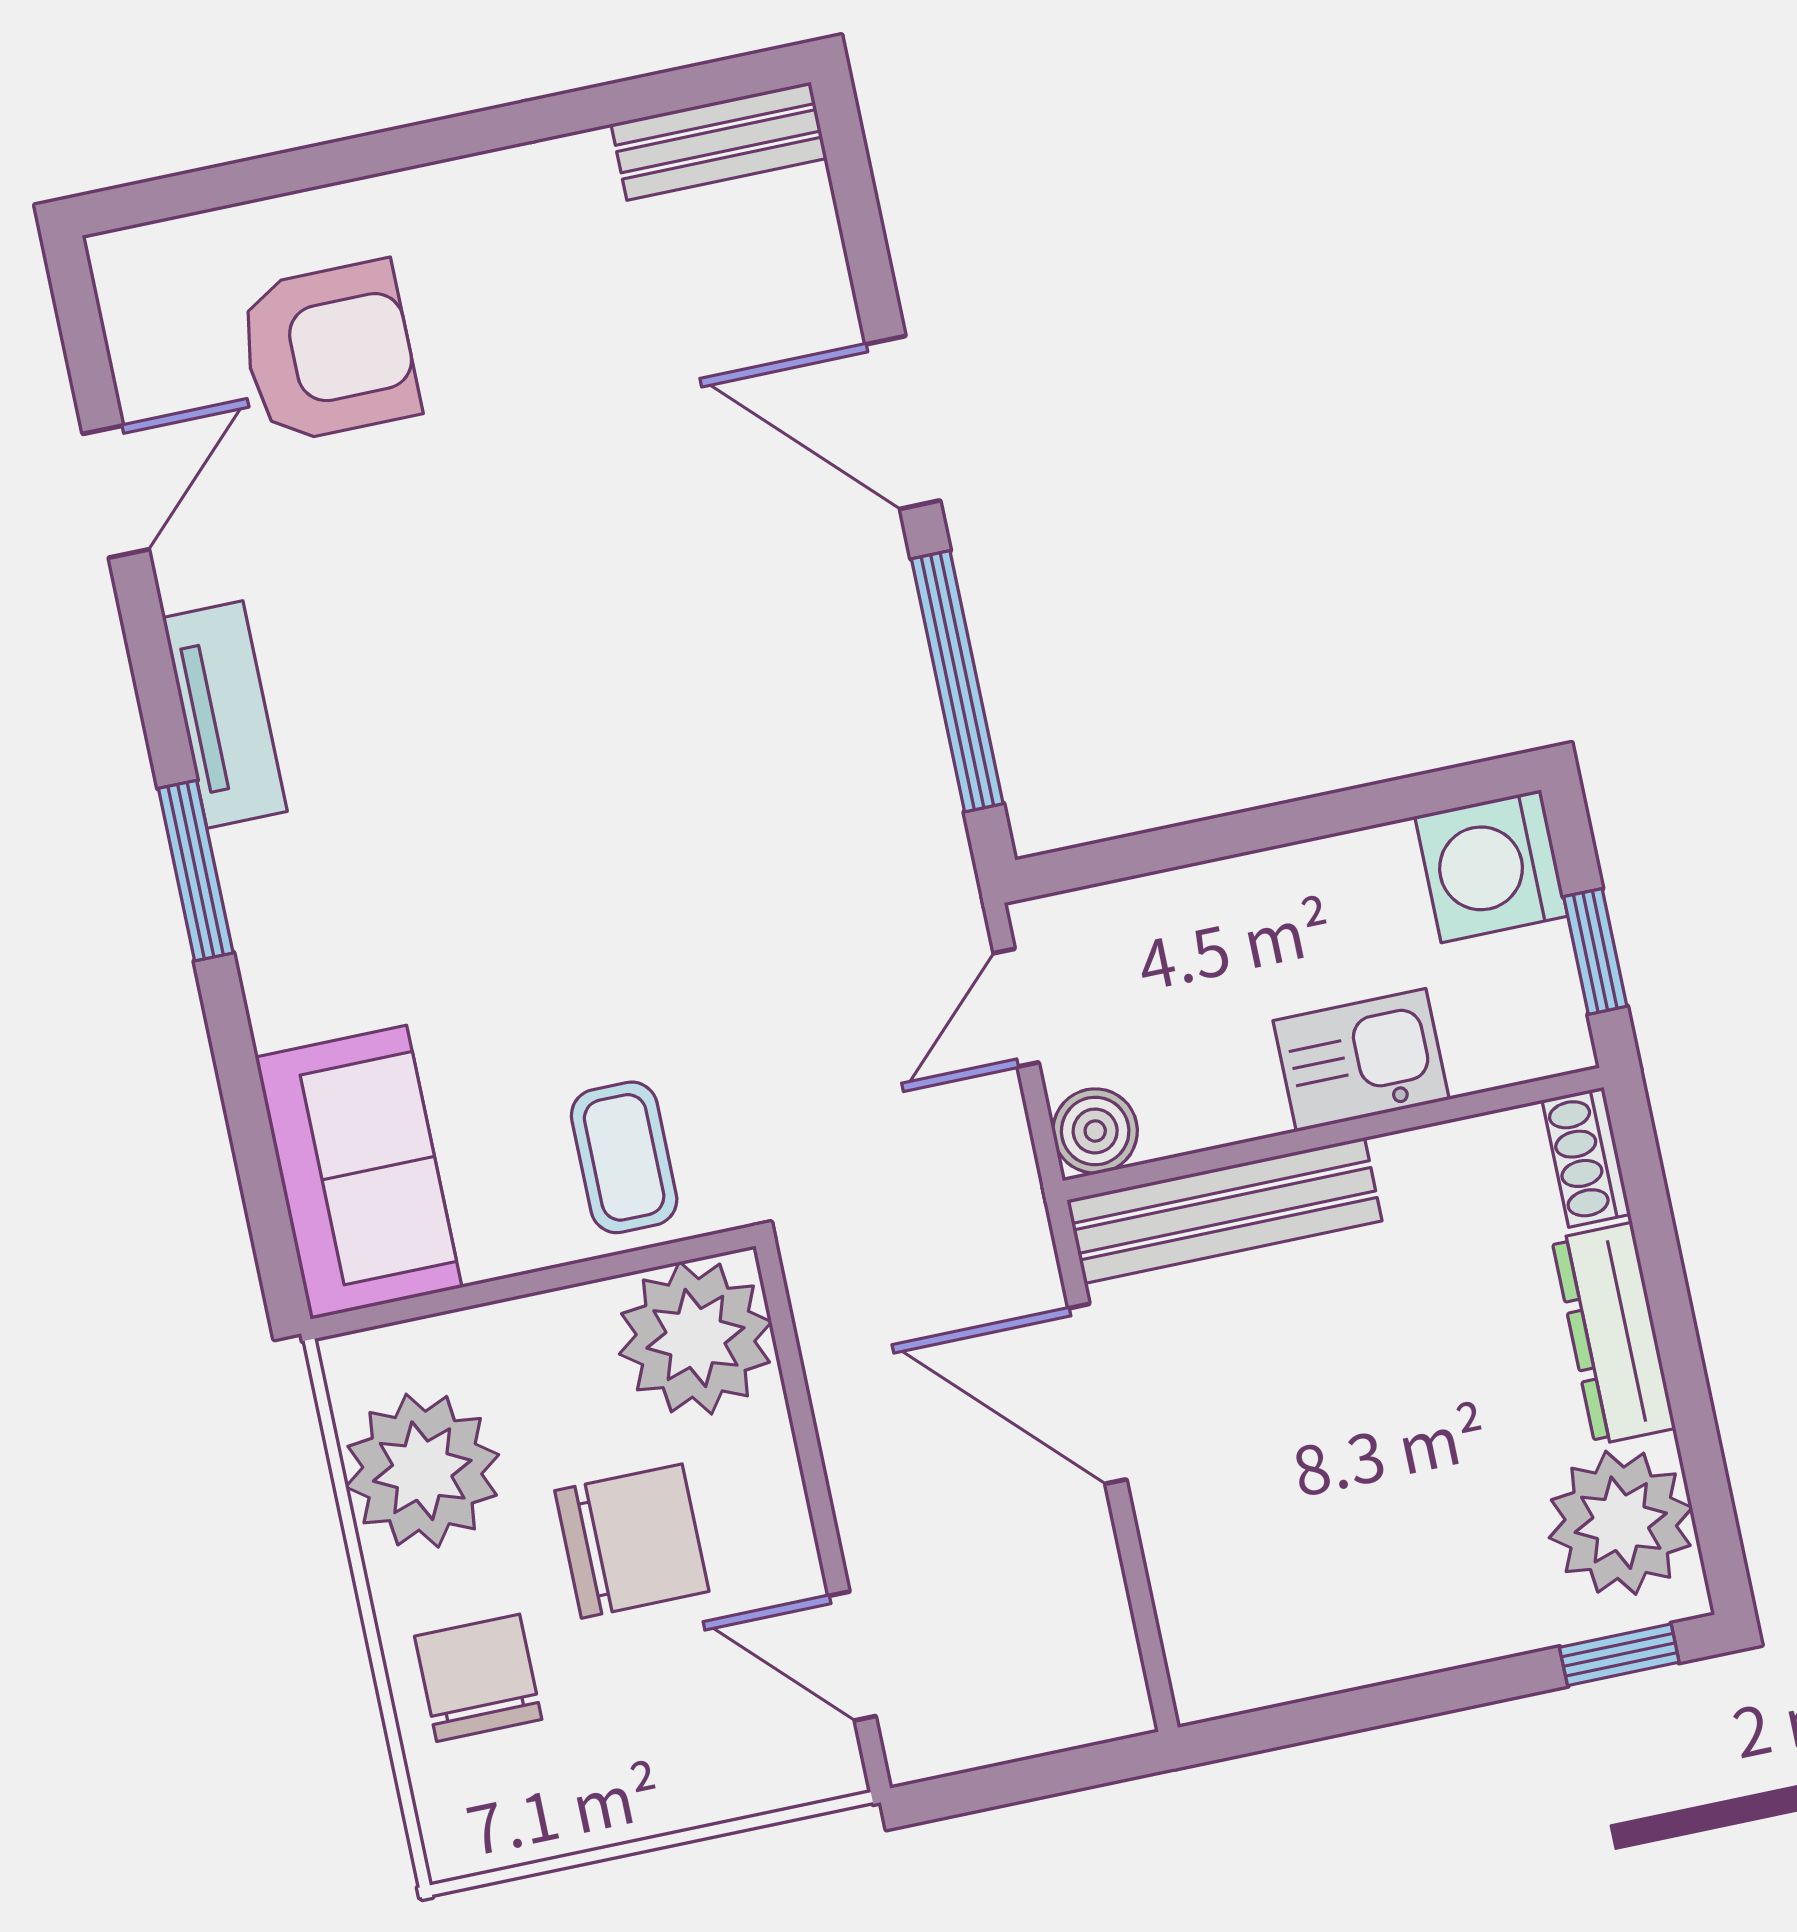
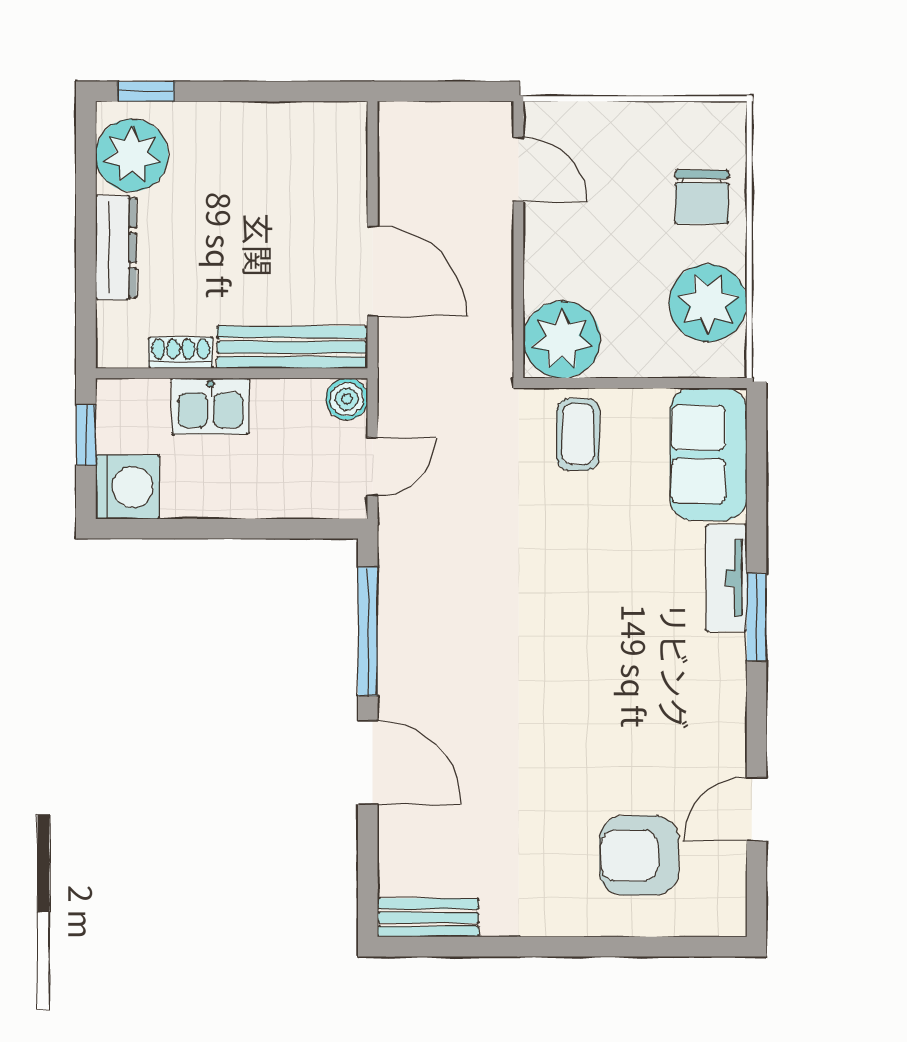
tv unit: (225, 715) -> (726, 578), moved
shoe rack: (1586, 1157) -> (181, 353), moved, turned -90
chair: (632, 1541) -> (613, 248), removed

